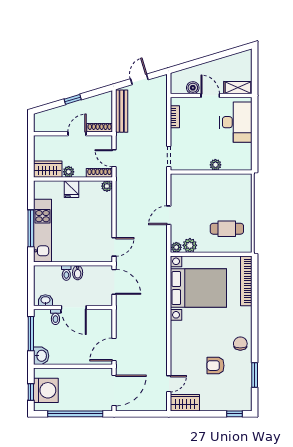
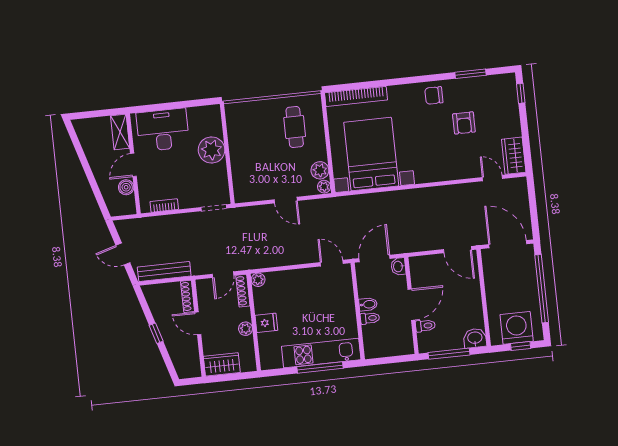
plant: (215, 165) -> (212, 150), width x1.88, depth x1.88
wardrobe: (48, 169) -> (222, 364), moved, turned 90
washbasin: (45, 300) -> (398, 266), moved

